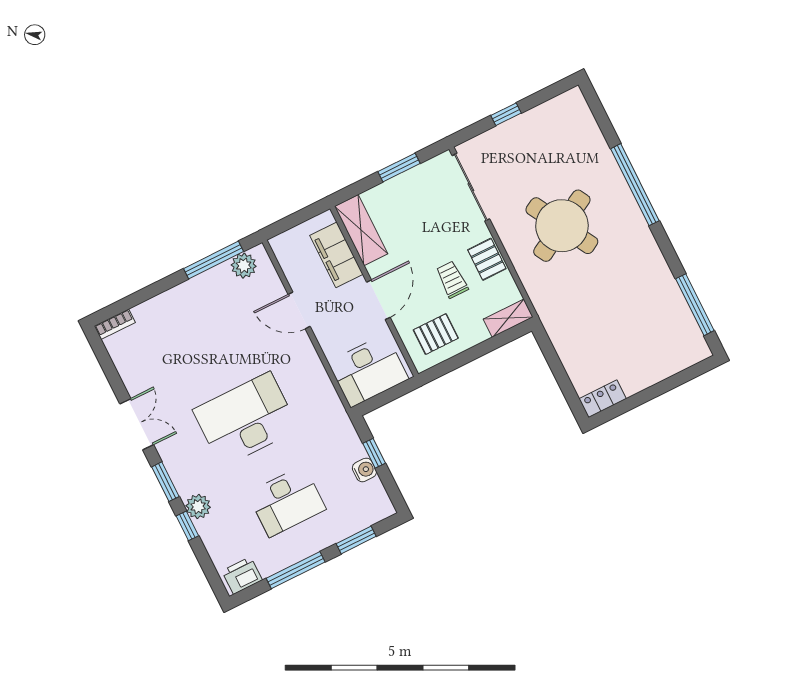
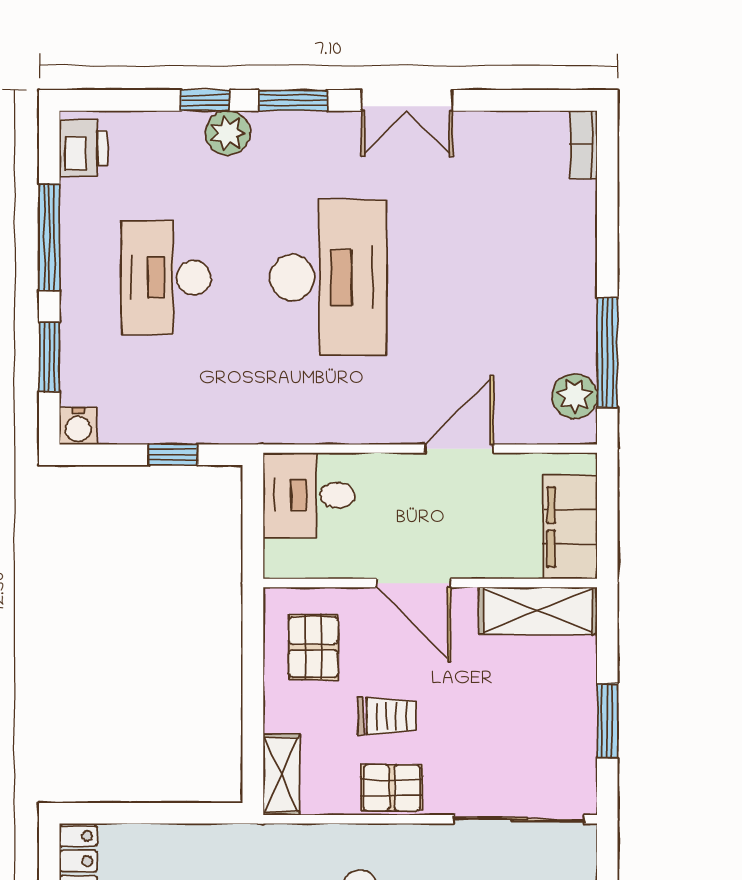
filing cabinet: (336, 255) -> (570, 527), moved, turned -90
desk: (368, 371) -> (309, 495), width x0.73
water cooler: (364, 470) -> (78, 426), moved

